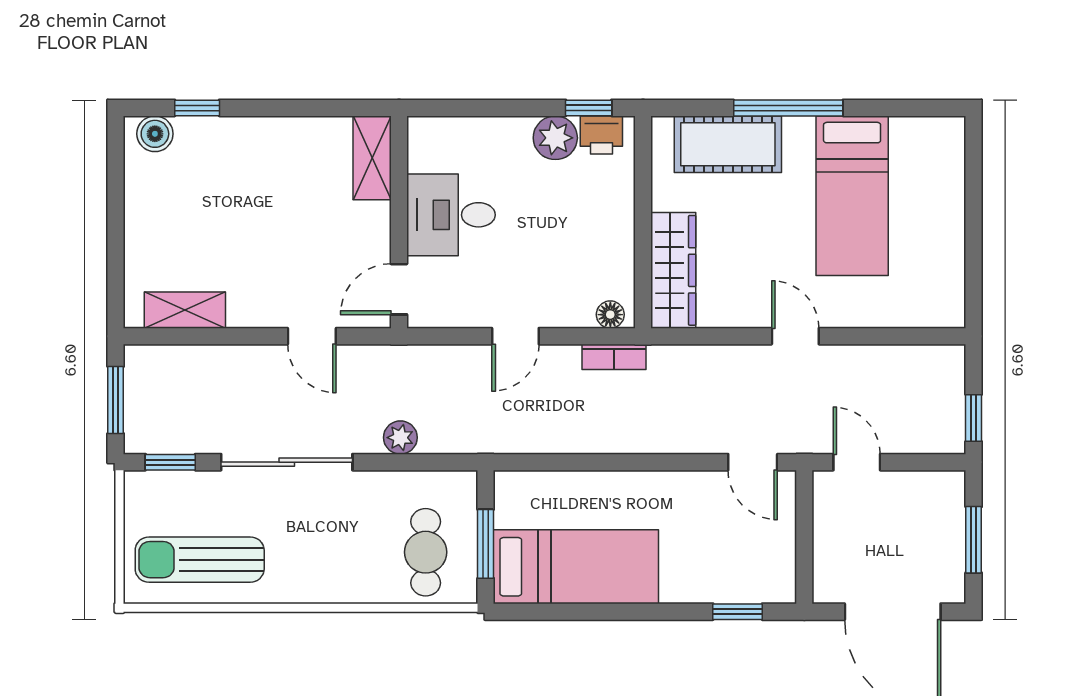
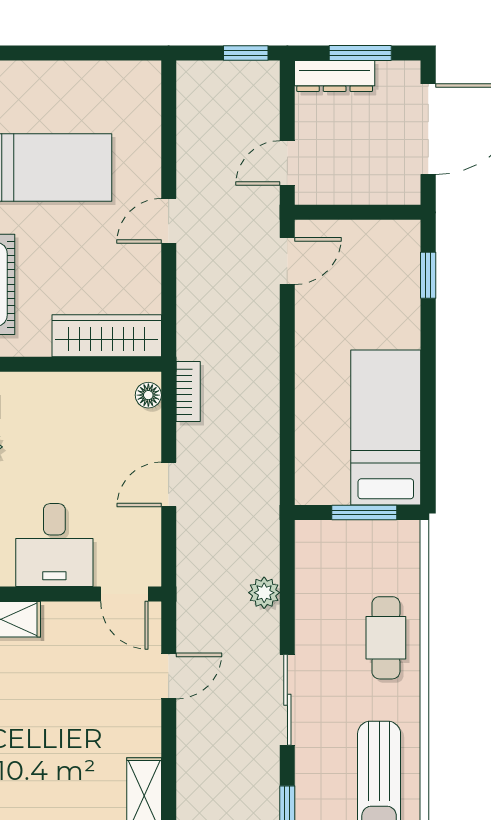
door: (515, 336) -> (169, 484), swing flipped
sliding door: (287, 462) -> (287, 700), width x0.73
dresser: (949, 512) -> (335, 76), added
cafe table: (426, 552) -> (386, 638), moved, turned 90

